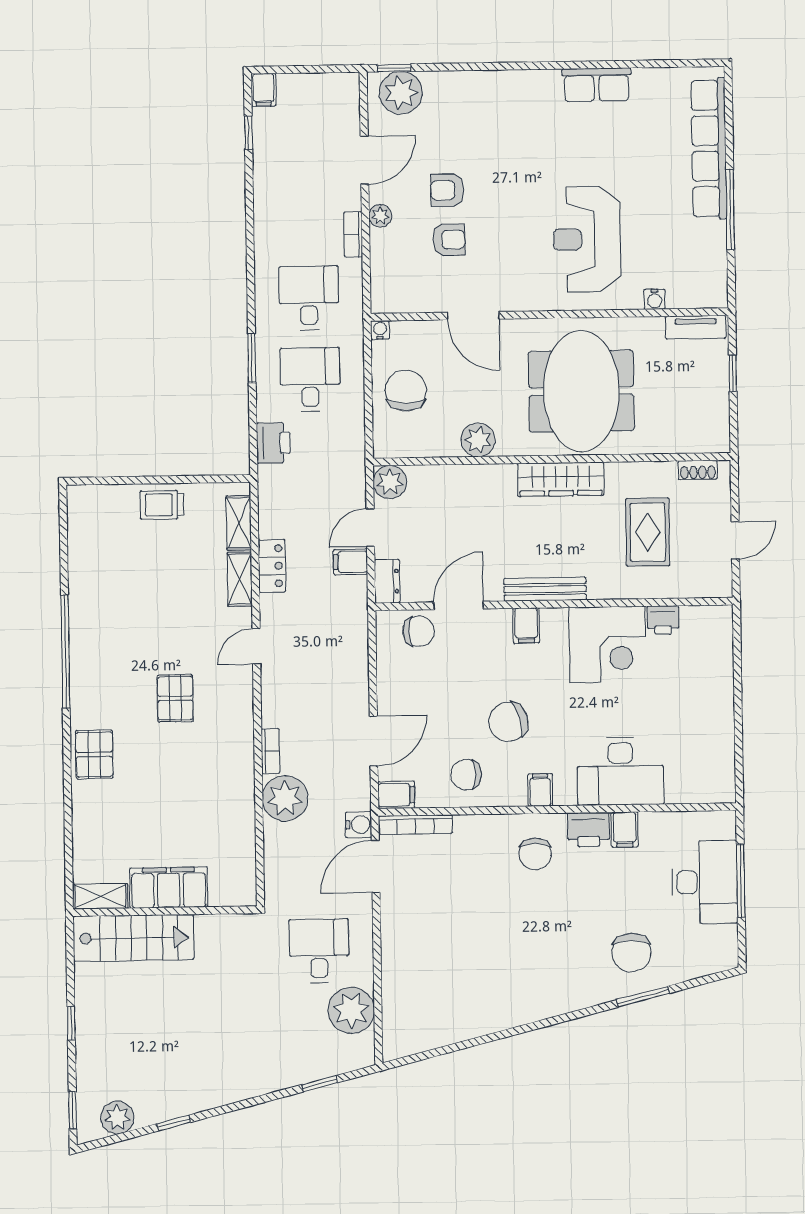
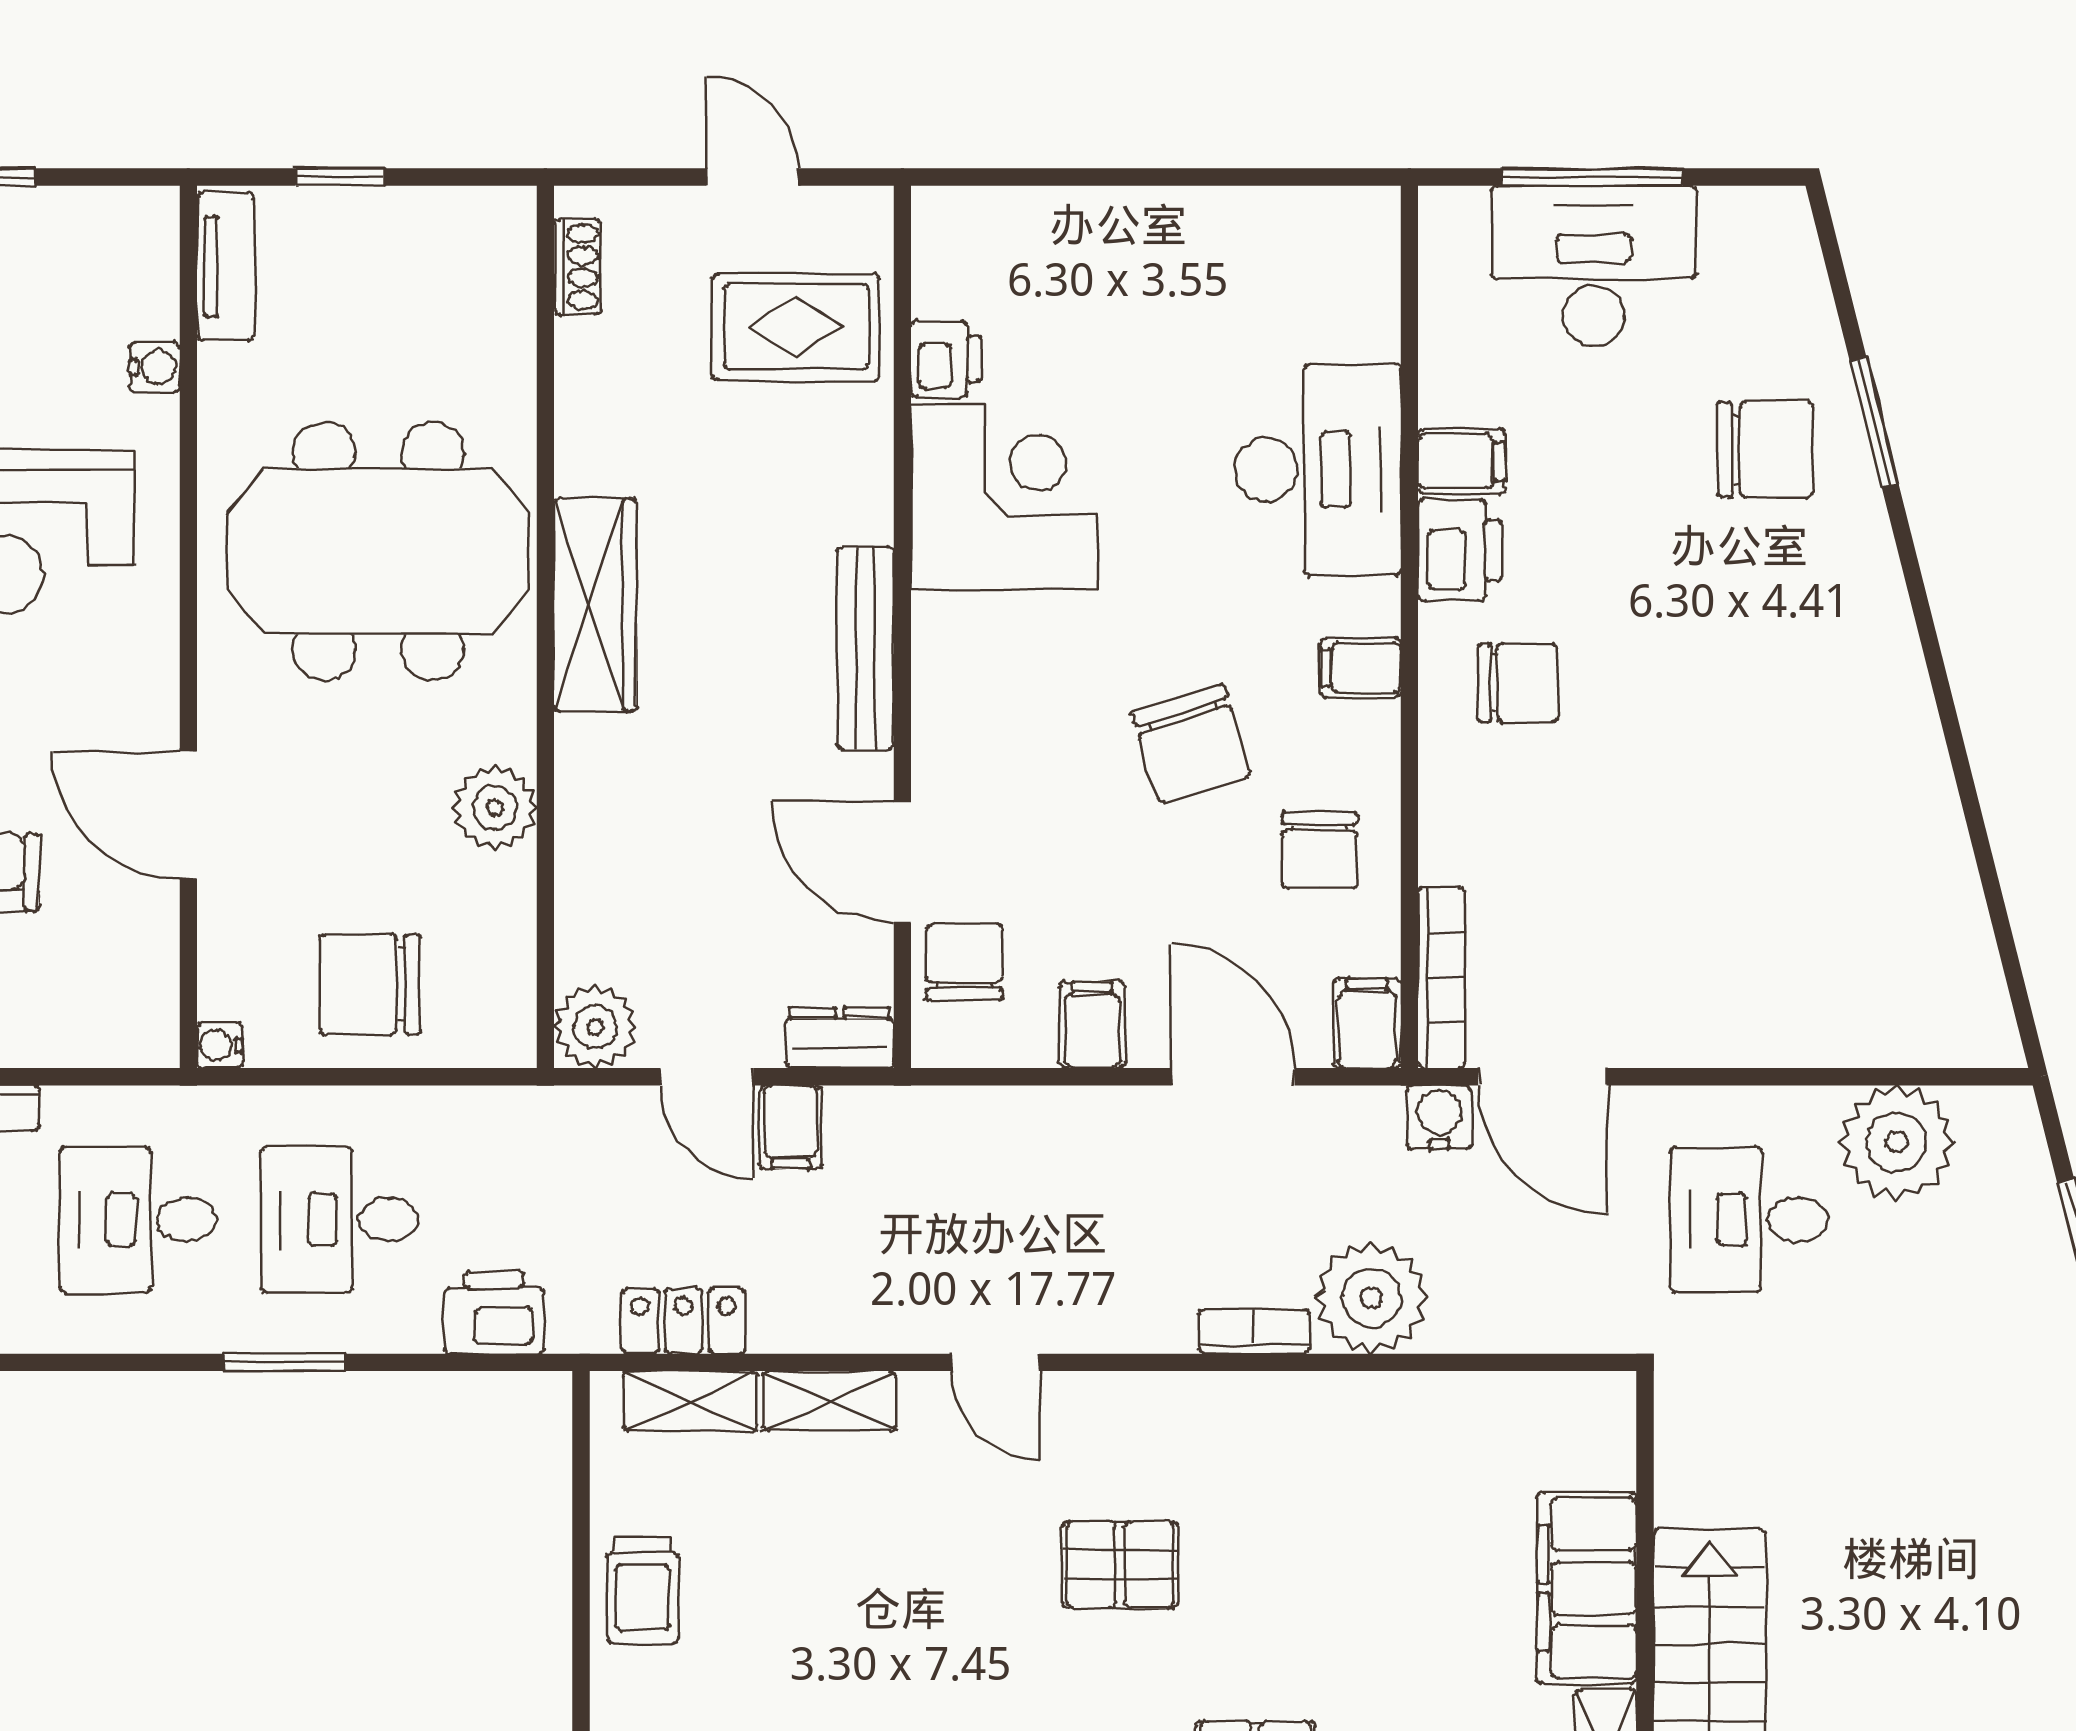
door: (473, 316) -> (188, 815), swing flipped
rug: (648, 532) -> (796, 327), moved
locker: (272, 566) -> (683, 1321), moved
filing cabinet: (526, 625) -> (1092, 1025), moved, turned -90

